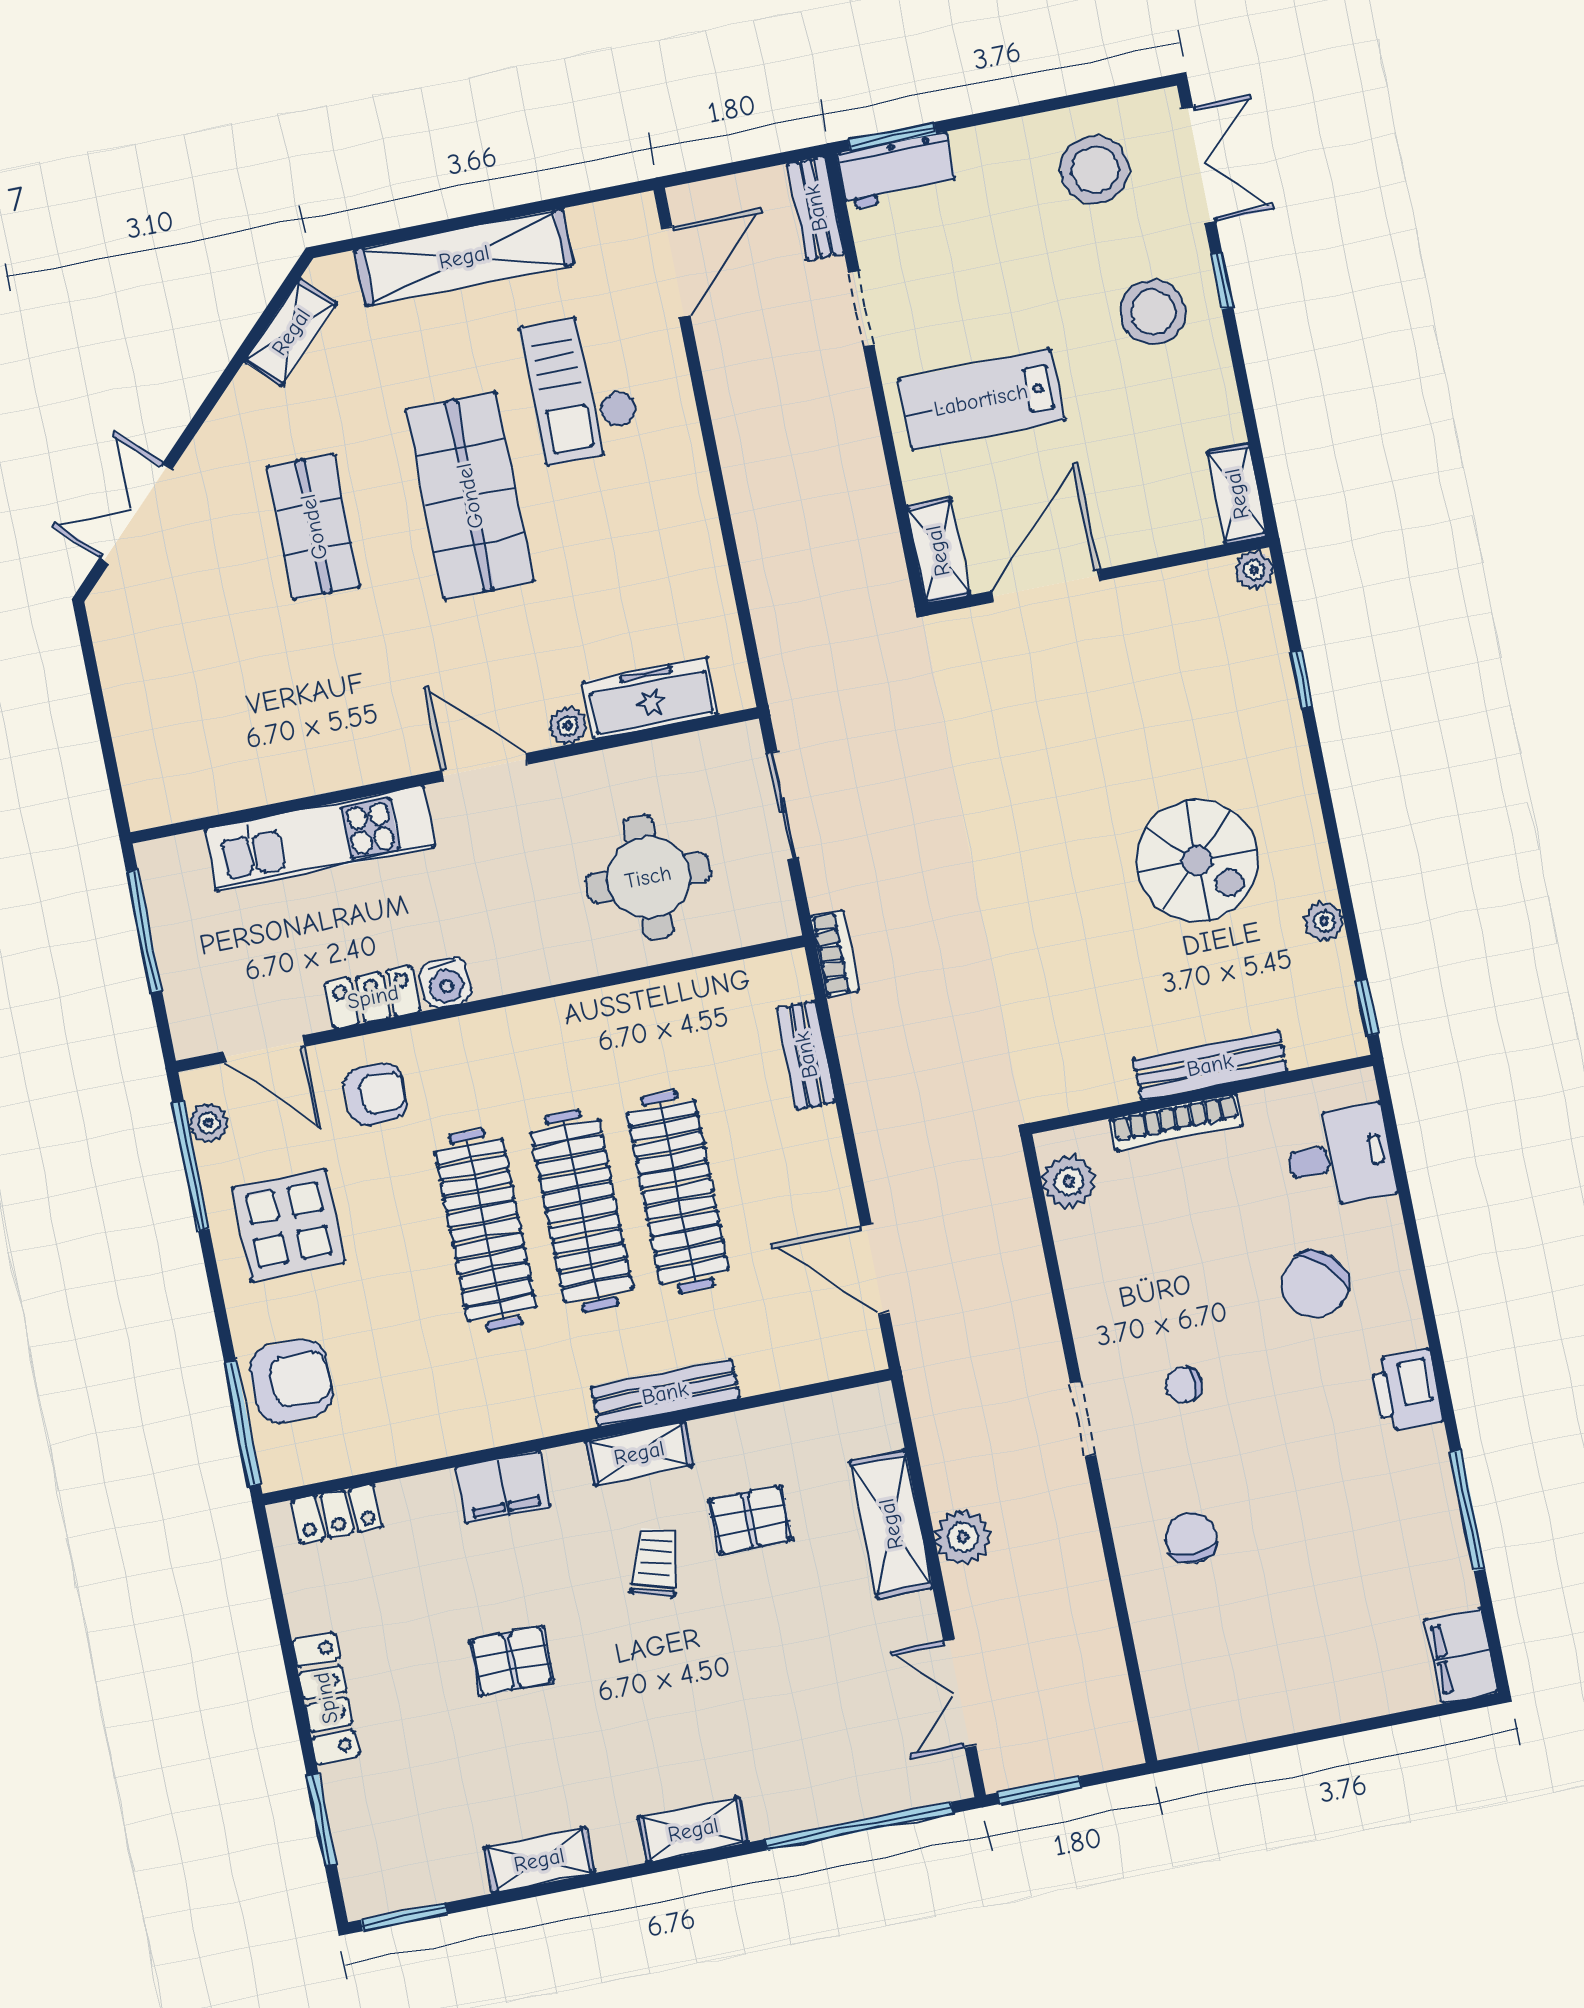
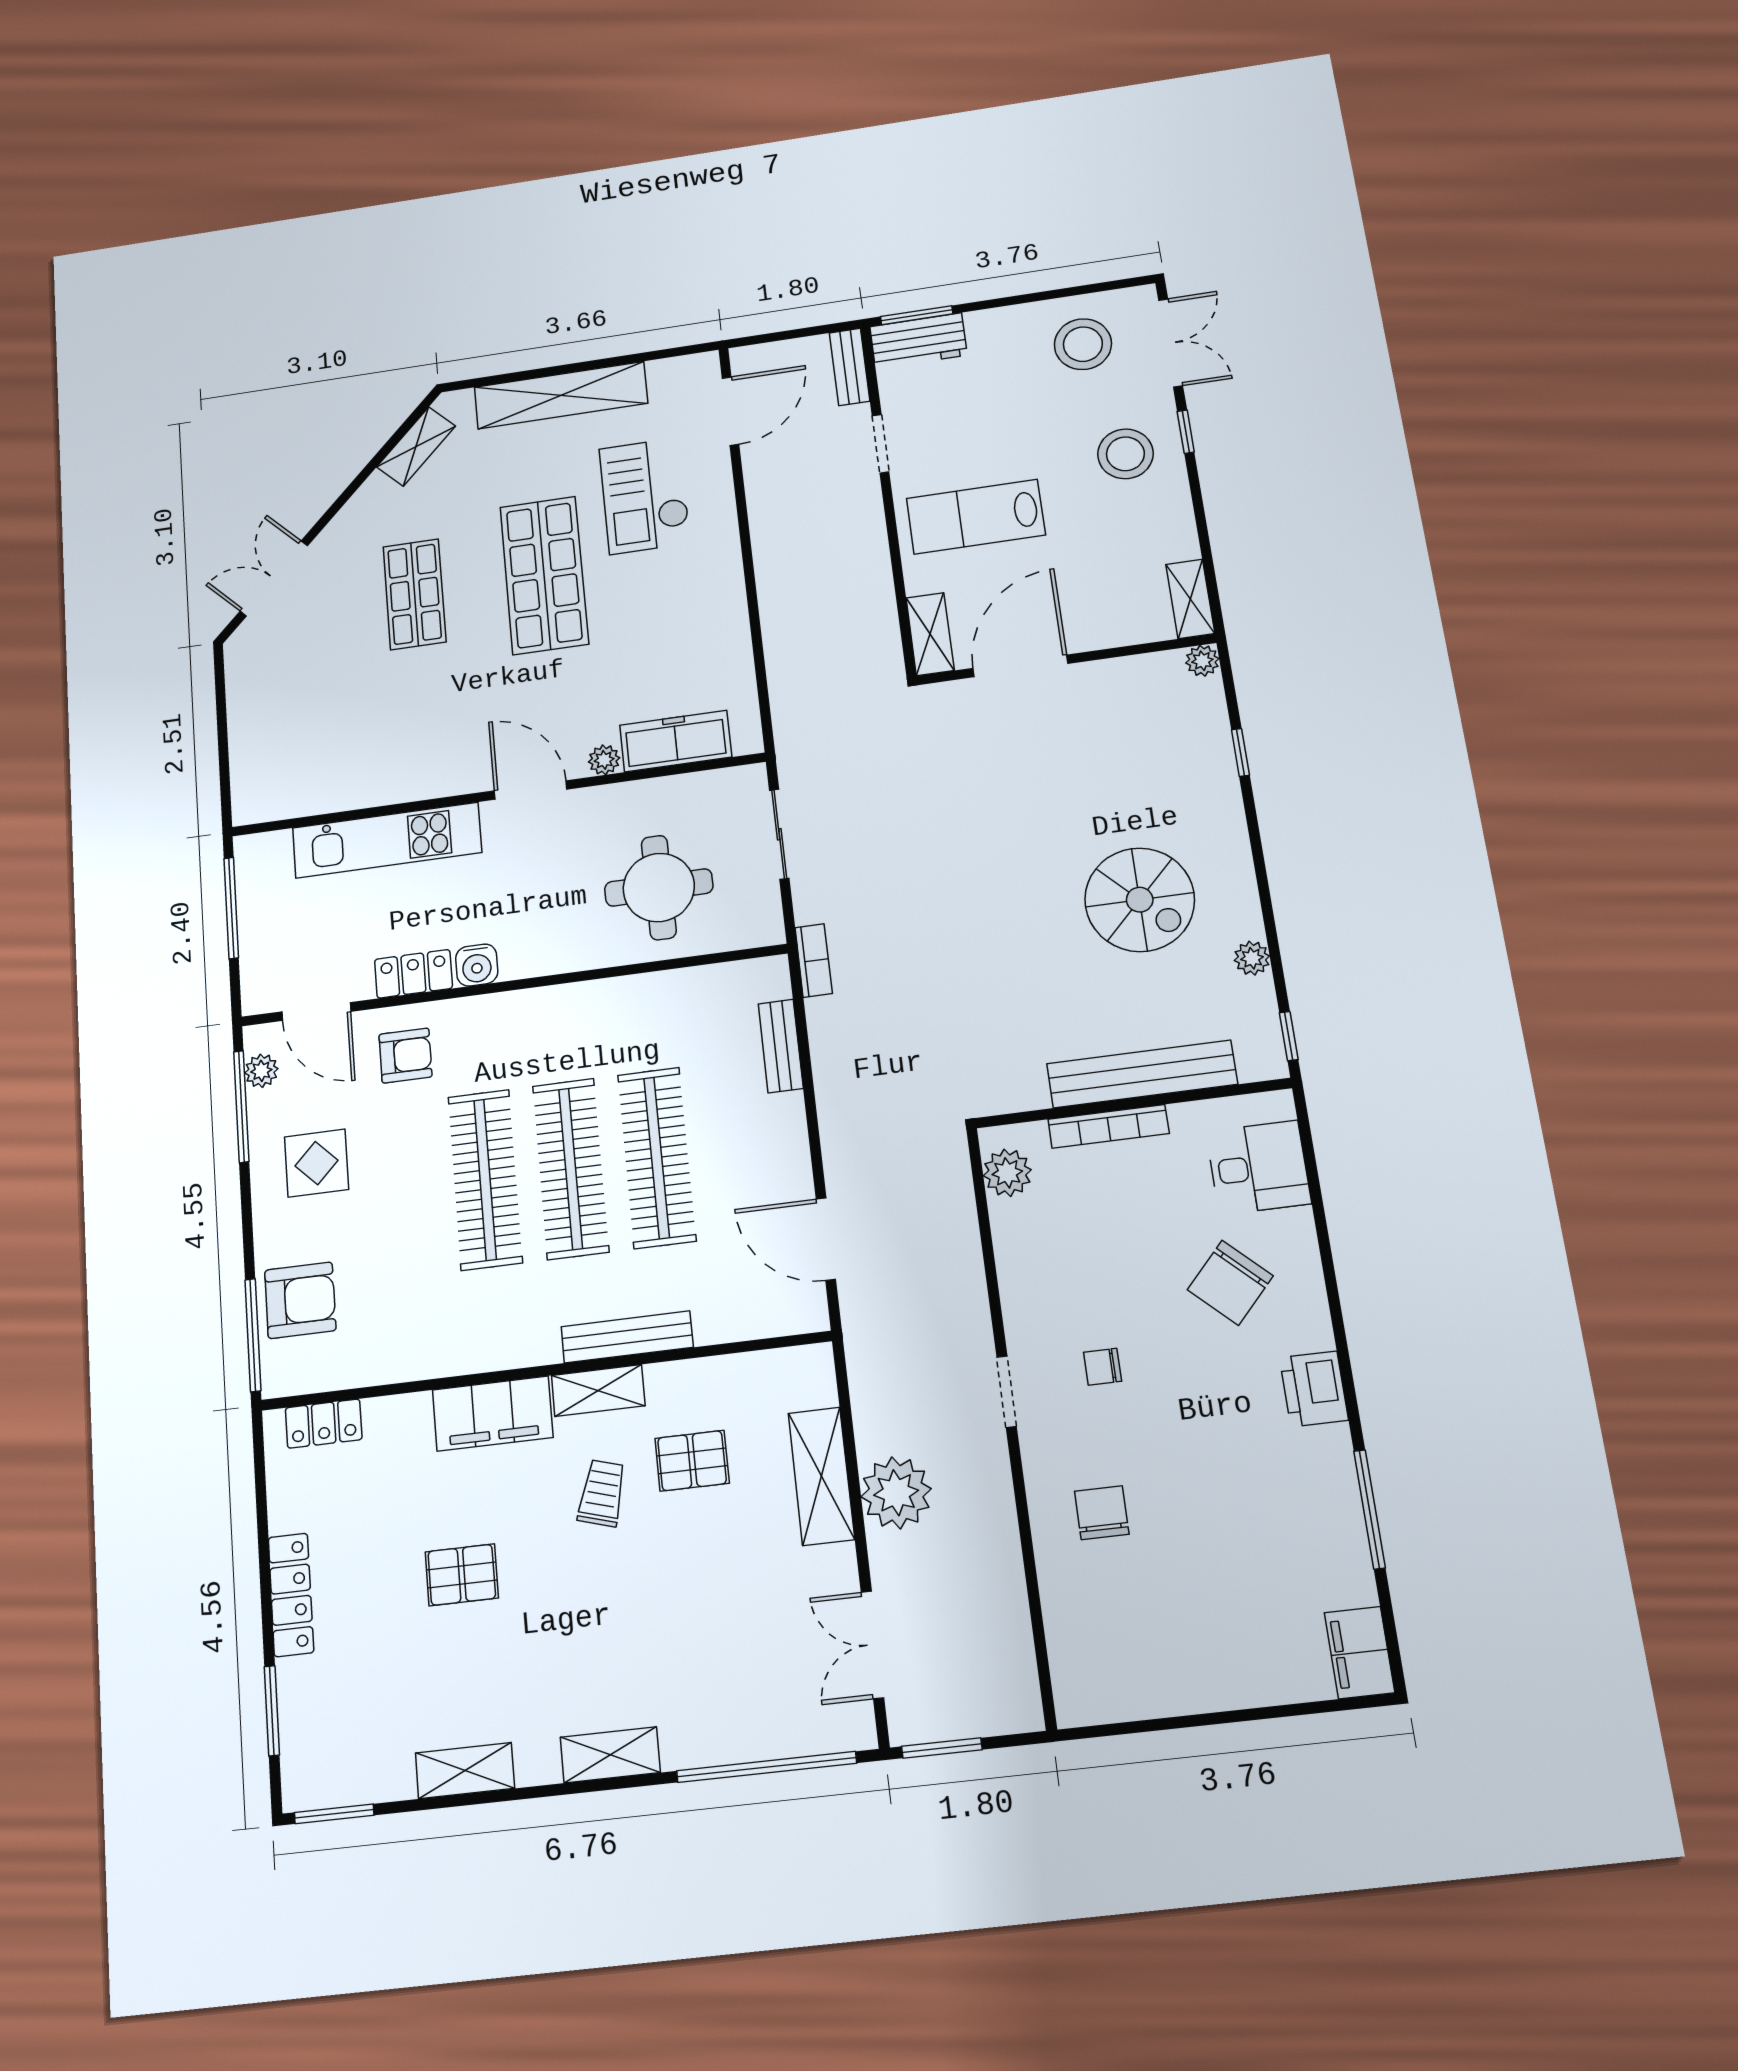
bench: (1210, 1065) -> (1142, 1074), width x1.37, depth x1.21
display table: (288, 1225) -> (316, 1163), width x0.73, depth x0.73
filing cabinet: (503, 1487) -> (493, 1414), width x1.50, depth x1.17
plant: (963, 1537) -> (896, 1493), width x1.36, depth x1.36

